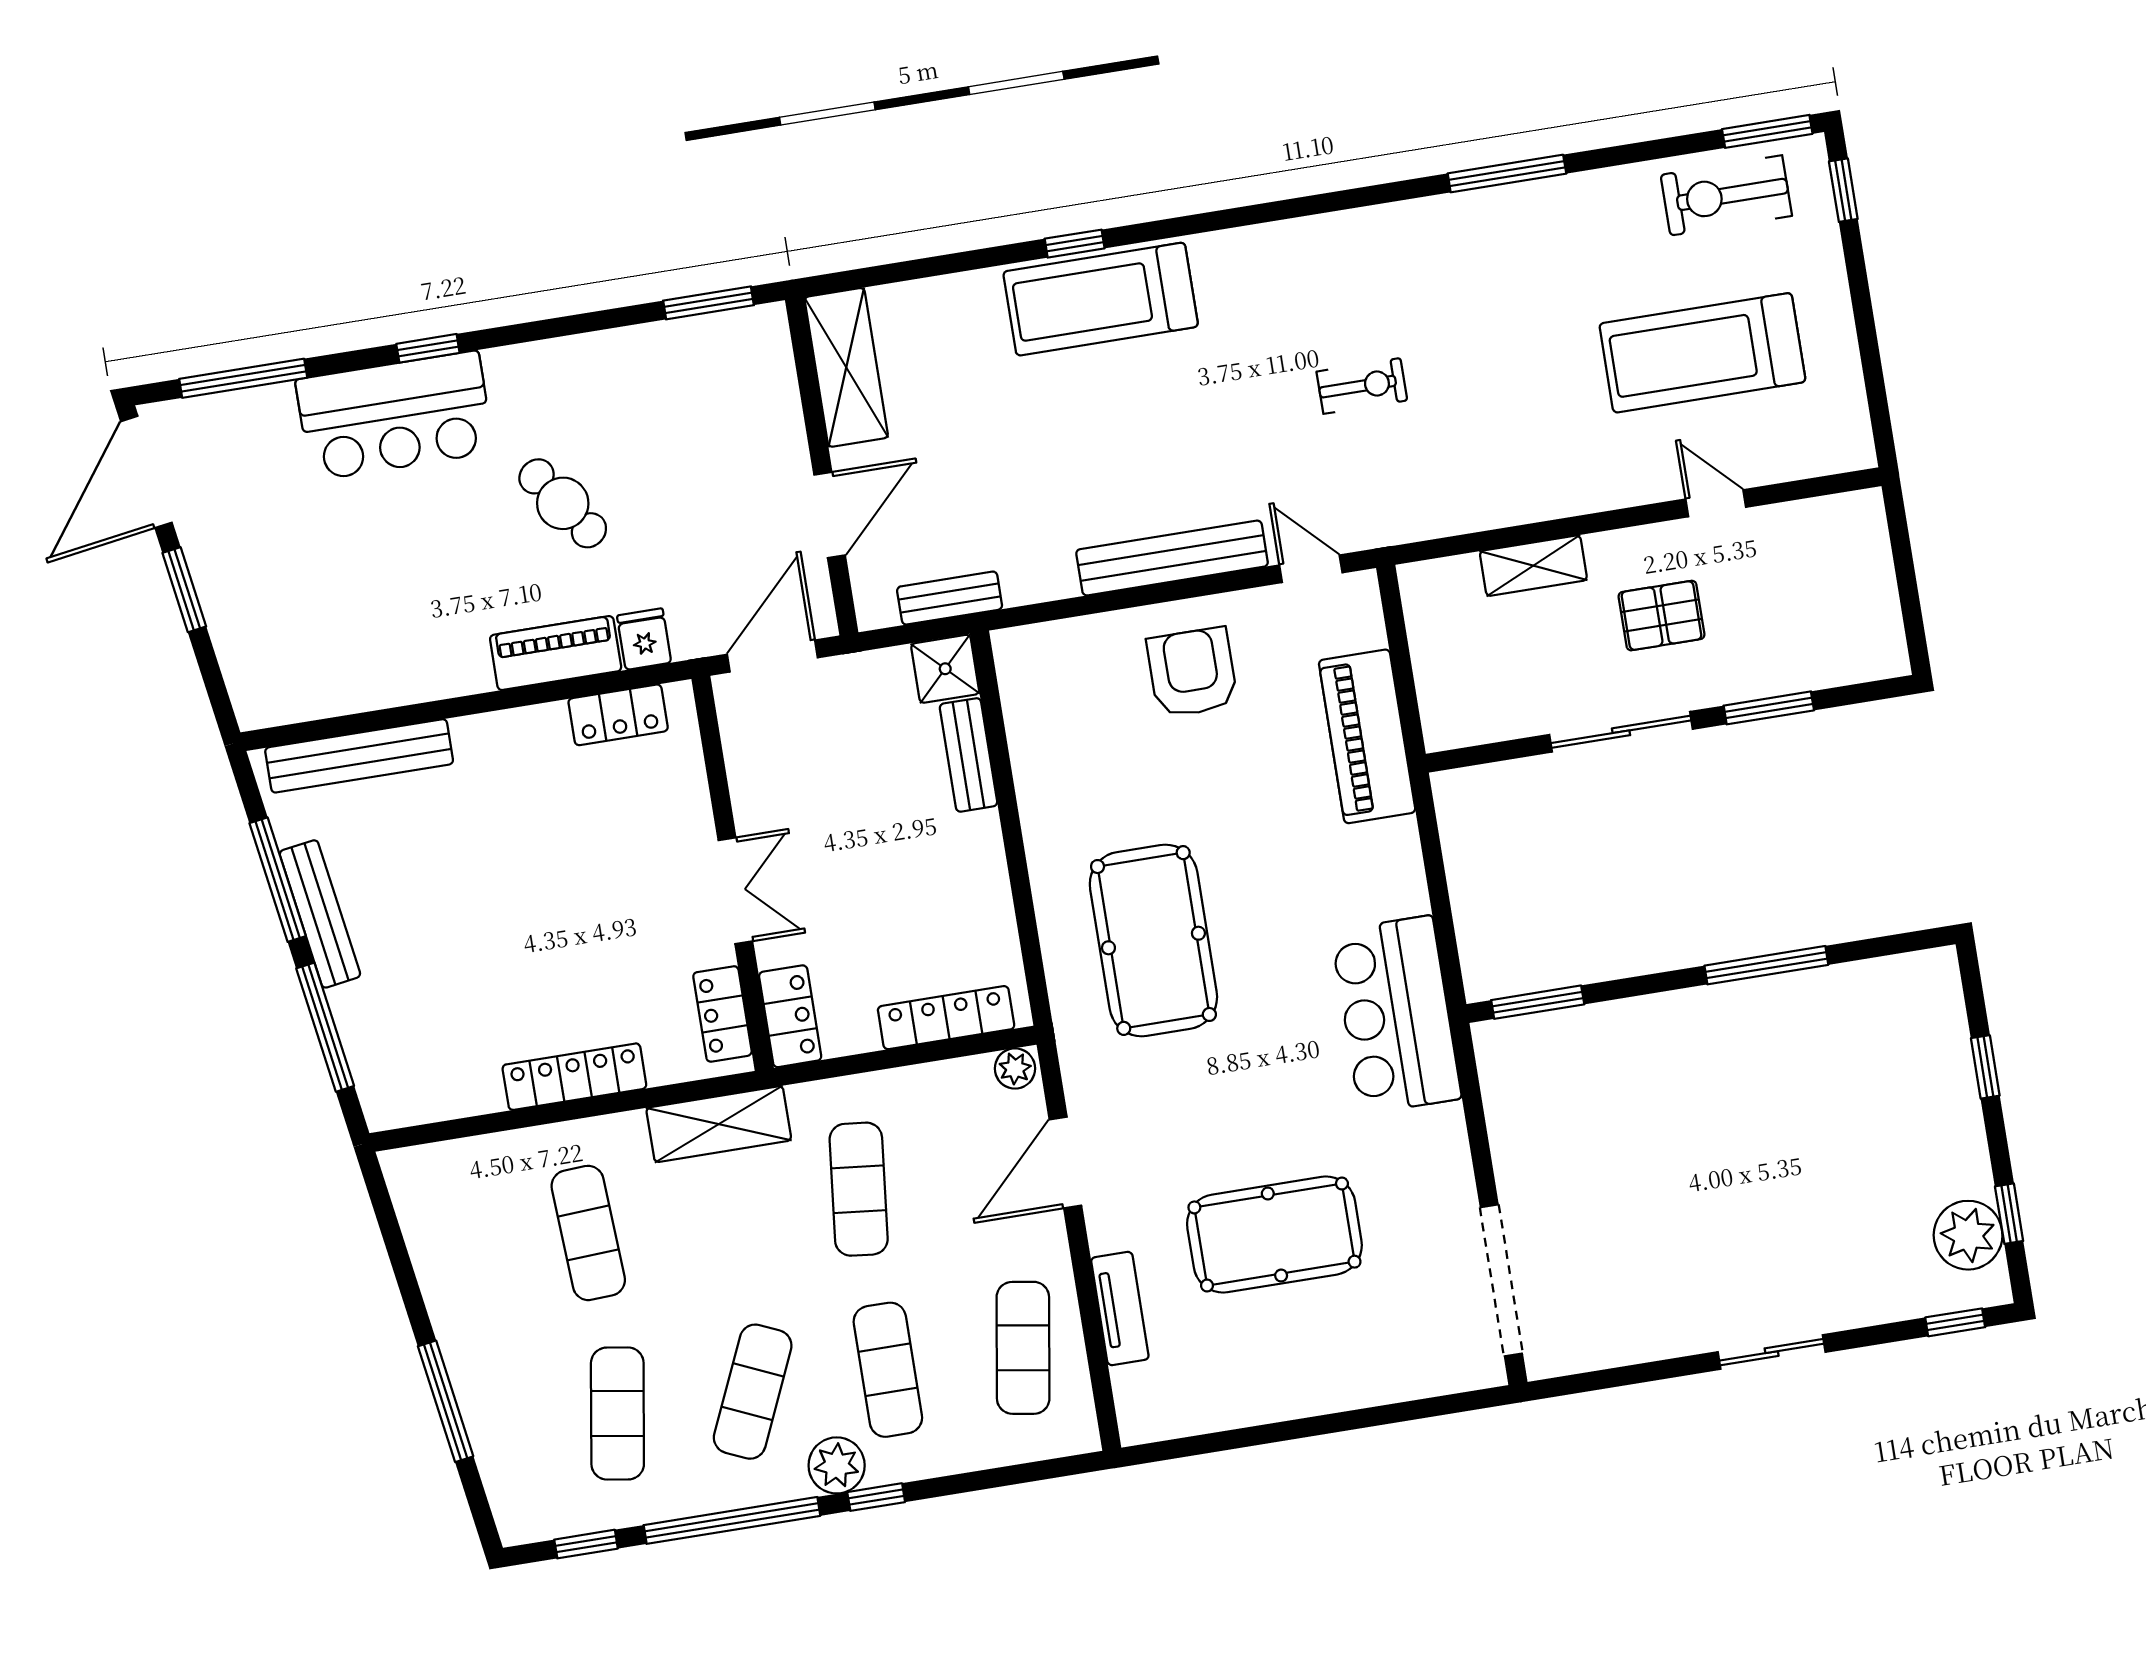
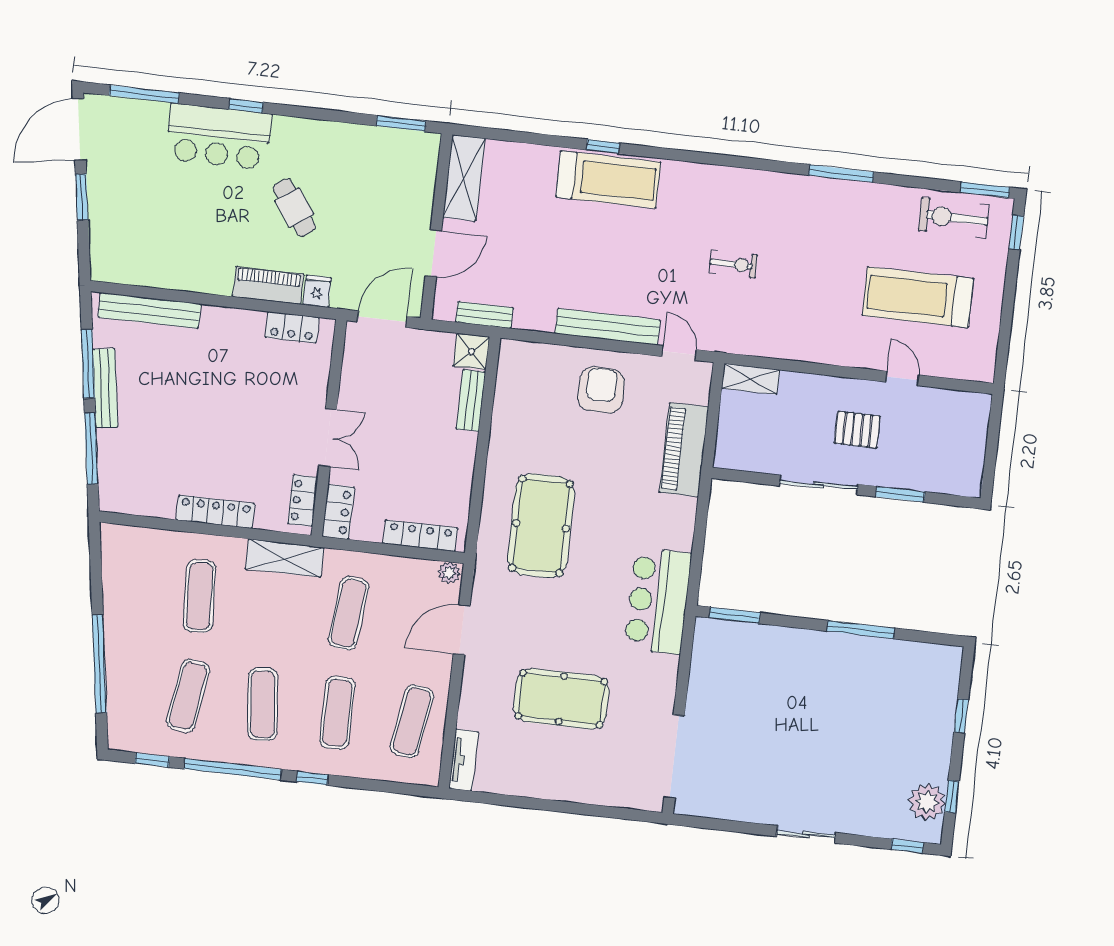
treadmill: (1101, 299) -> (608, 180), turned 180
shelving: (1533, 566) -> (751, 379), moved
tv unit: (1120, 1309) -> (464, 760), moved
exercise mat: (753, 1392) -> (263, 704), turned -30
window: (446, 1401) -> (99, 664), width x1.46
plant: (837, 1465) -> (296, 756), removed

